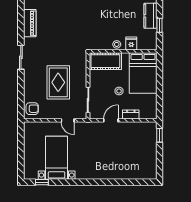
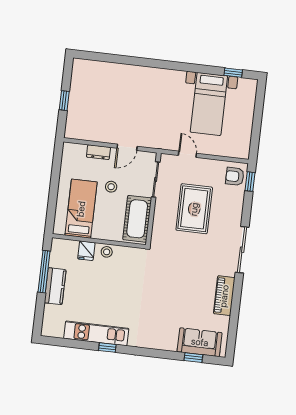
window: (159, 25) -> (44, 272), width x2.17
sliding door: (21, 57) -> (242, 250), width x1.37
cot: (105, 61) -> (137, 219), moved, turned 90
bed: (143, 73) -> (81, 209), width x0.67
window: (21, 106) -> (250, 182), added
window: (159, 135) -> (64, 101), moved

